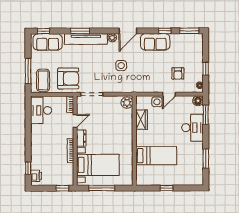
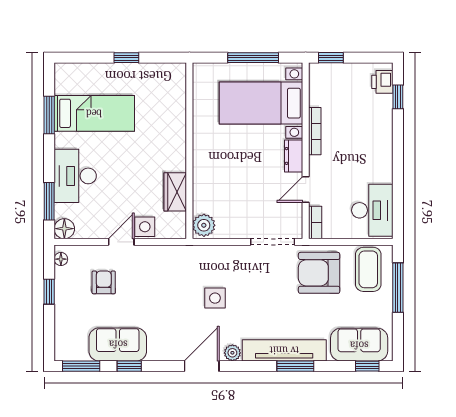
sofa: (155, 42) -> (118, 344), moved
bed: (156, 156) -> (94, 113), moved, turned 180

